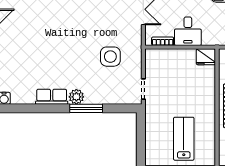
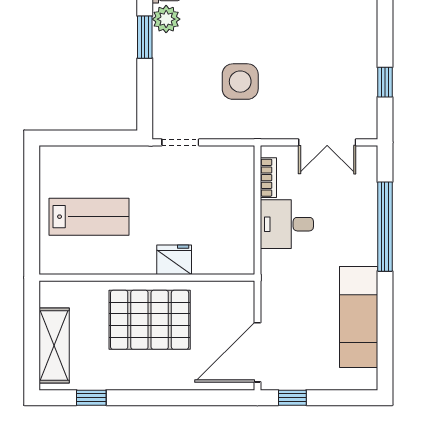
fridge: (206, 57) -> (174, 260), moved, turned 90
window: (86, 108) -> (145, 37), width x0.69

